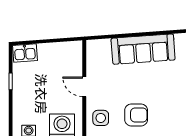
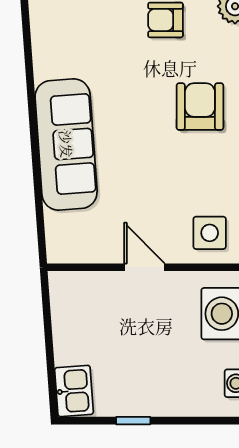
door: (84, 87) -> (145, 267), swing flipped
armchair: (136, 115) -> (200, 107), moved

